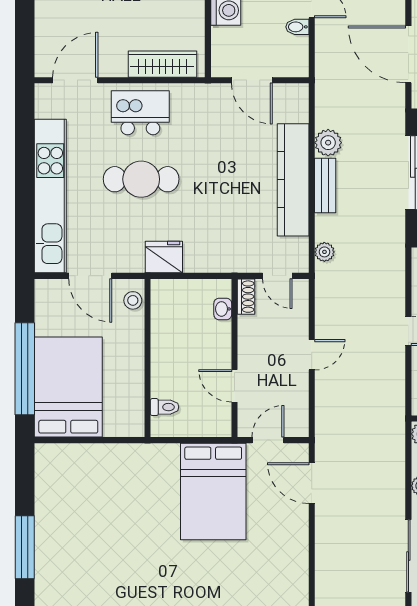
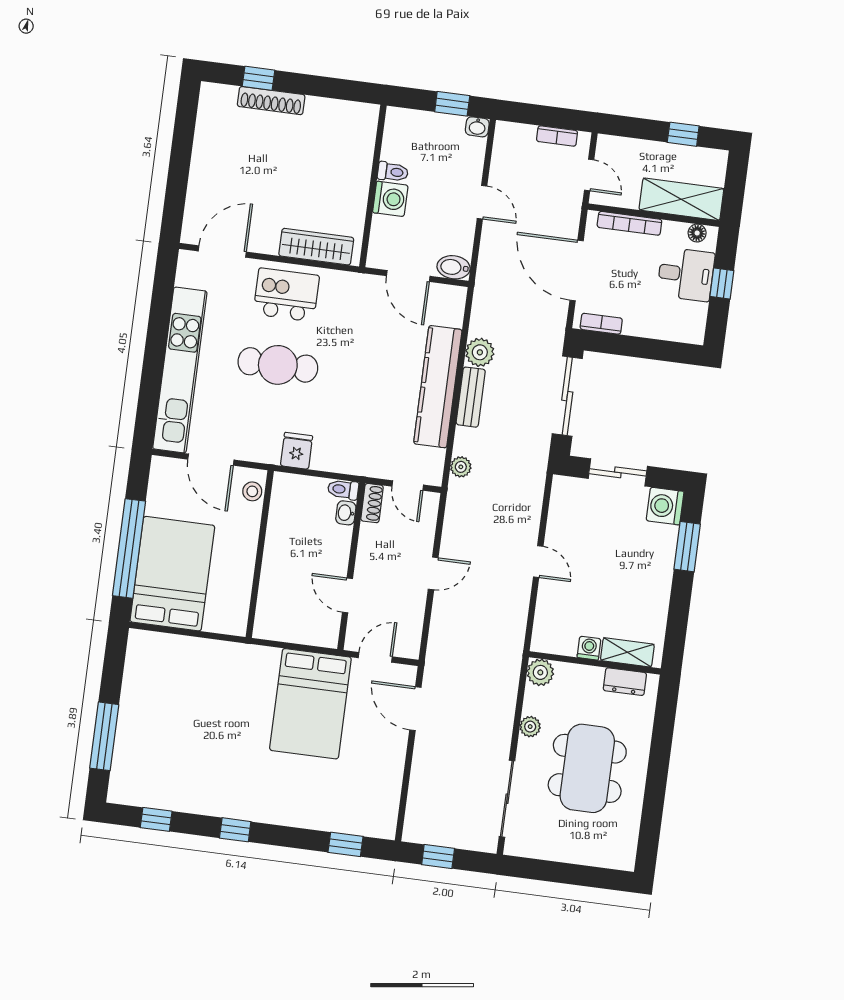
bidet: (297, 27) -> (454, 267), moved, width x1.38, depth x1.36
fridge: (164, 257) -> (297, 451), width x0.72
toilet: (165, 407) -> (343, 489), moved, turned 180

